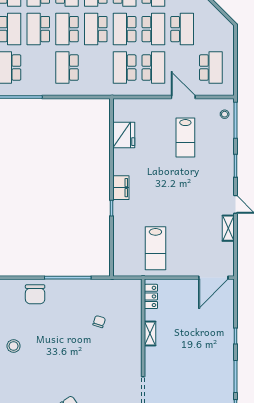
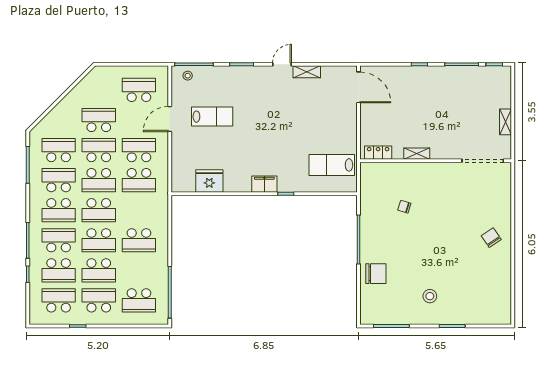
lab bench: (155, 248) -> (332, 165), moved, turned 180

